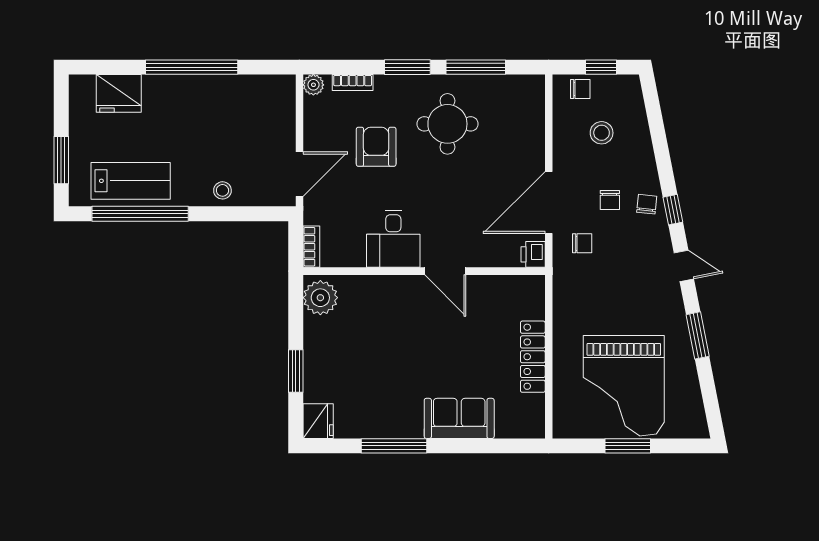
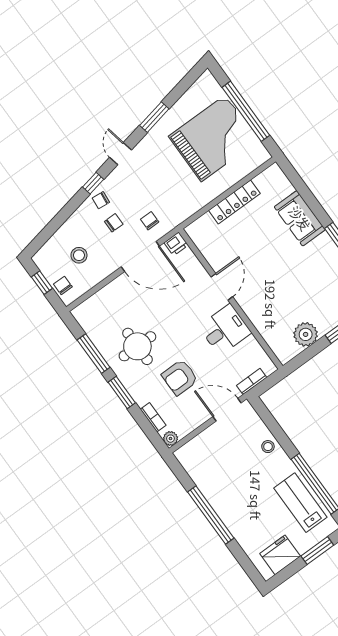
fridge: (119, 93) -> (280, 555), moved, turned -90
bookcase: (311, 247) -> (252, 381), moved
plant: (320, 298) -> (306, 334), moved
window: (628, 446) -> (246, 111), width x2.11

